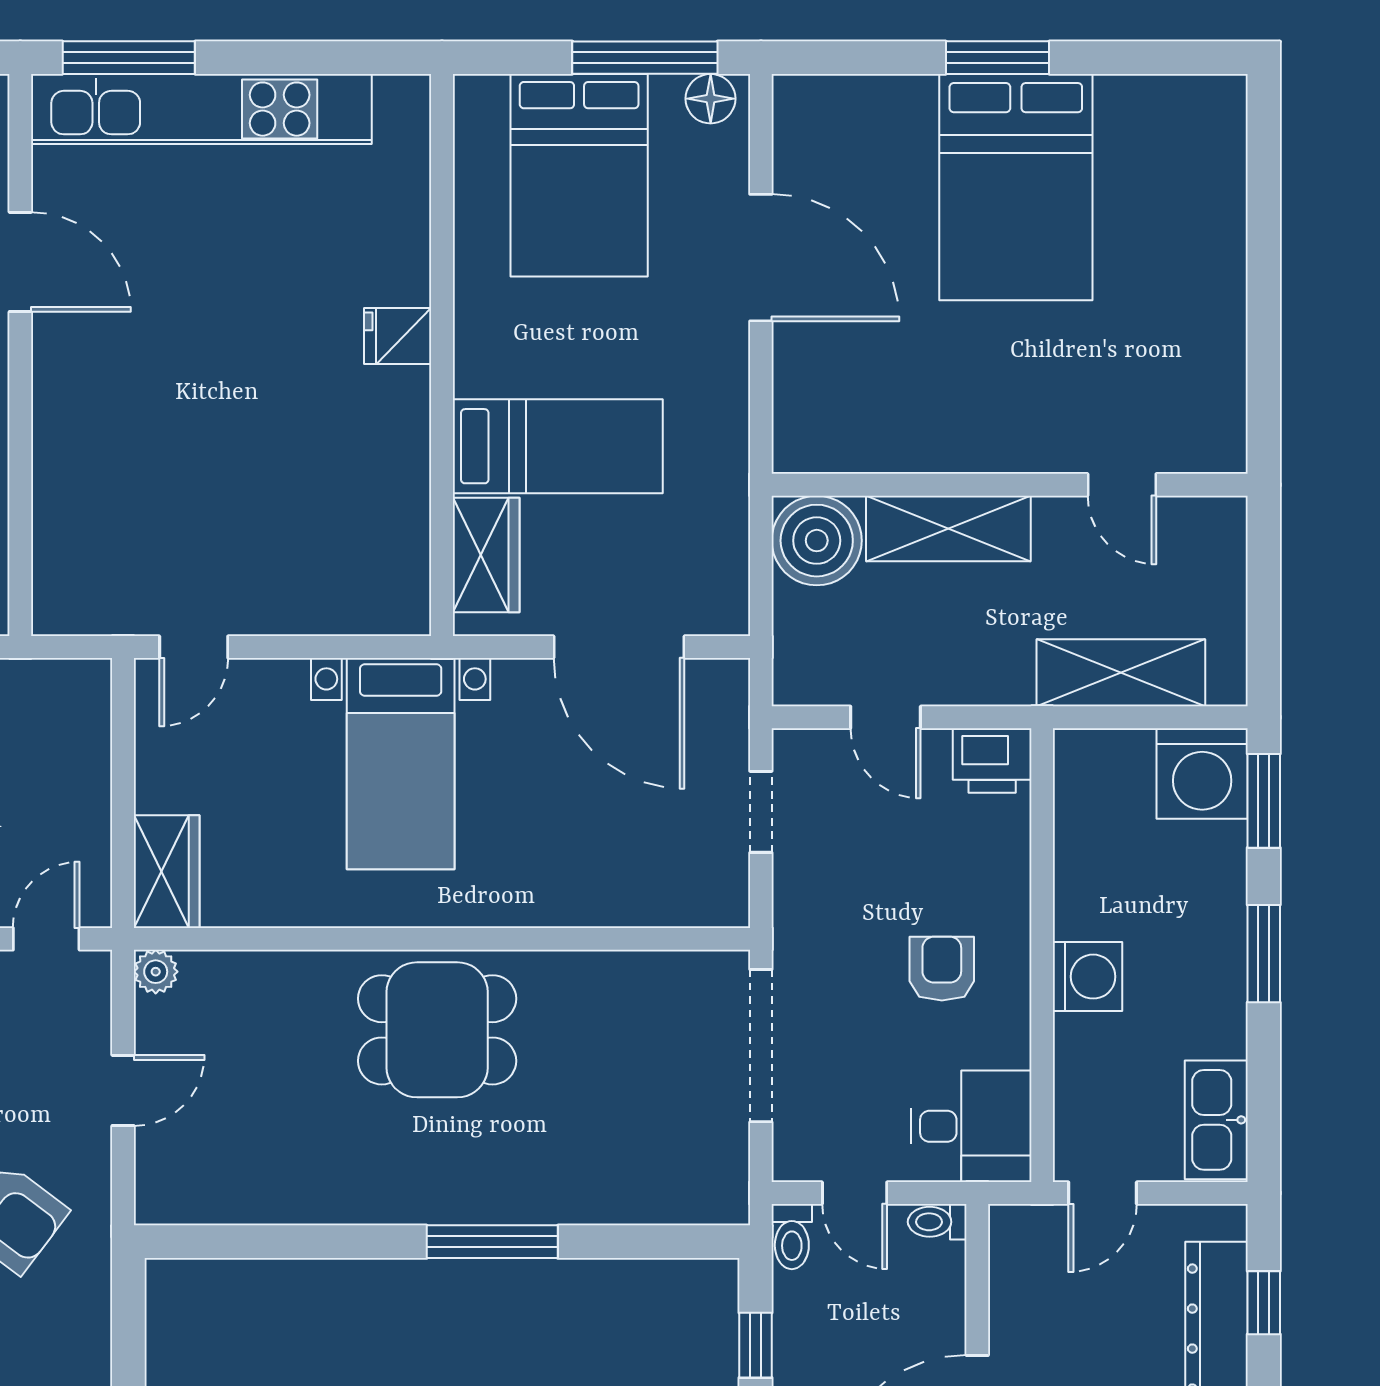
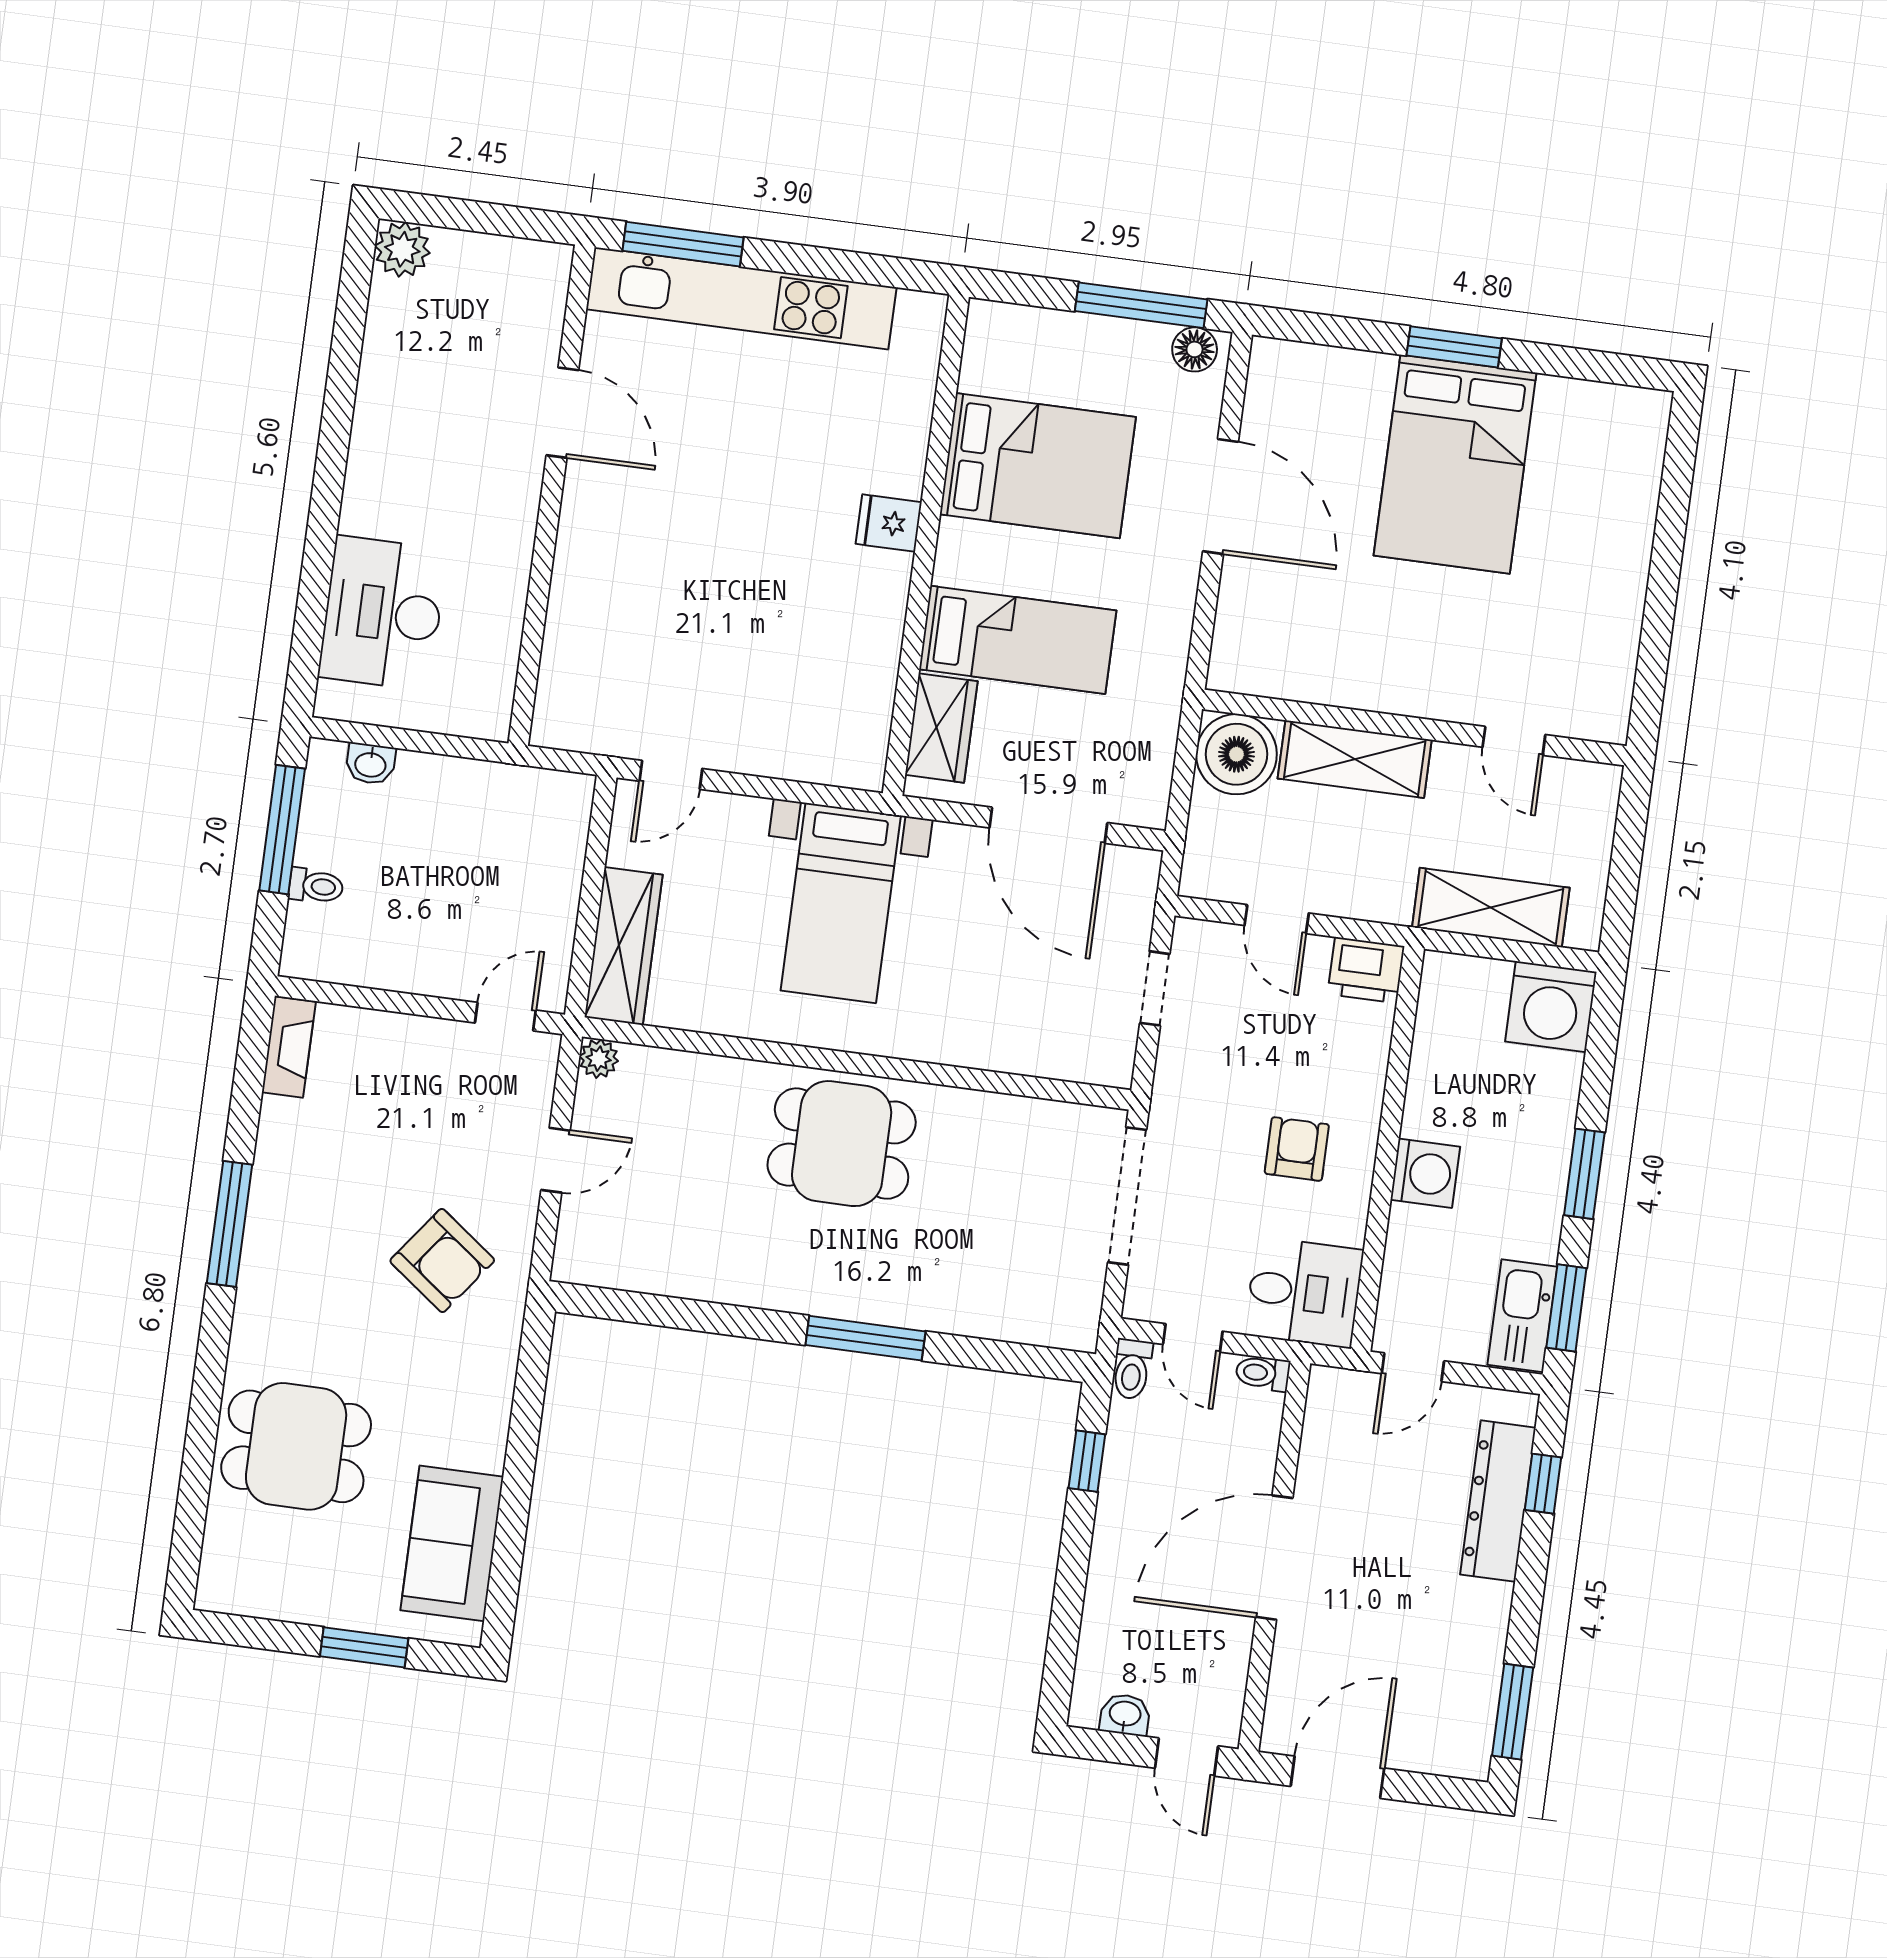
bed: (579, 175) -> (1038, 466), moved, turned -90
window: (1264, 801) -> (1566, 1308), moved
wardrobe: (167, 872) -> (624, 946), width x1.50

